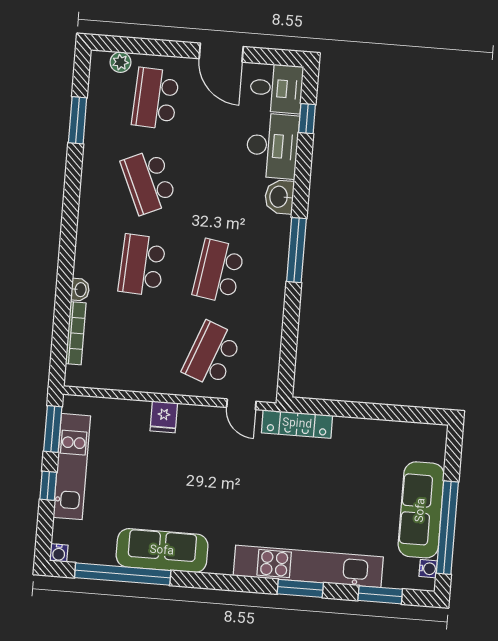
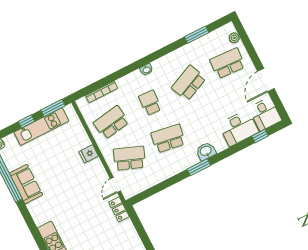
washbasin: (279, 197) -> (206, 151), moved
window: (296, 250) -> (199, 167), width x0.69
school desk: (142, 265) -> (150, 103), width x0.54
washbasin: (80, 290) -> (146, 70), moved
school desk: (135, 348) -> (111, 122), added
locker: (297, 424) -> (119, 209), width x0.66
sofa: (162, 551) -> (26, 184), width x0.73

